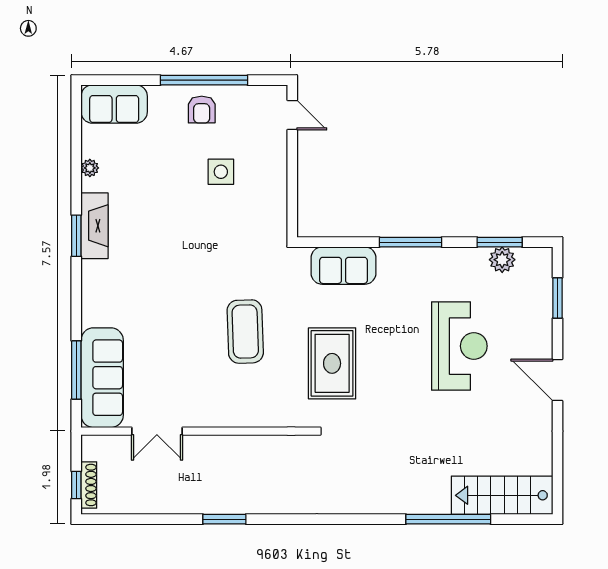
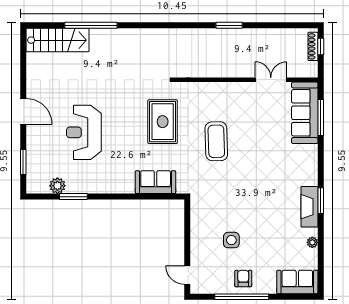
window: (411, 242) -> (114, 197), removed
window: (500, 242) -> (73, 197), moved

